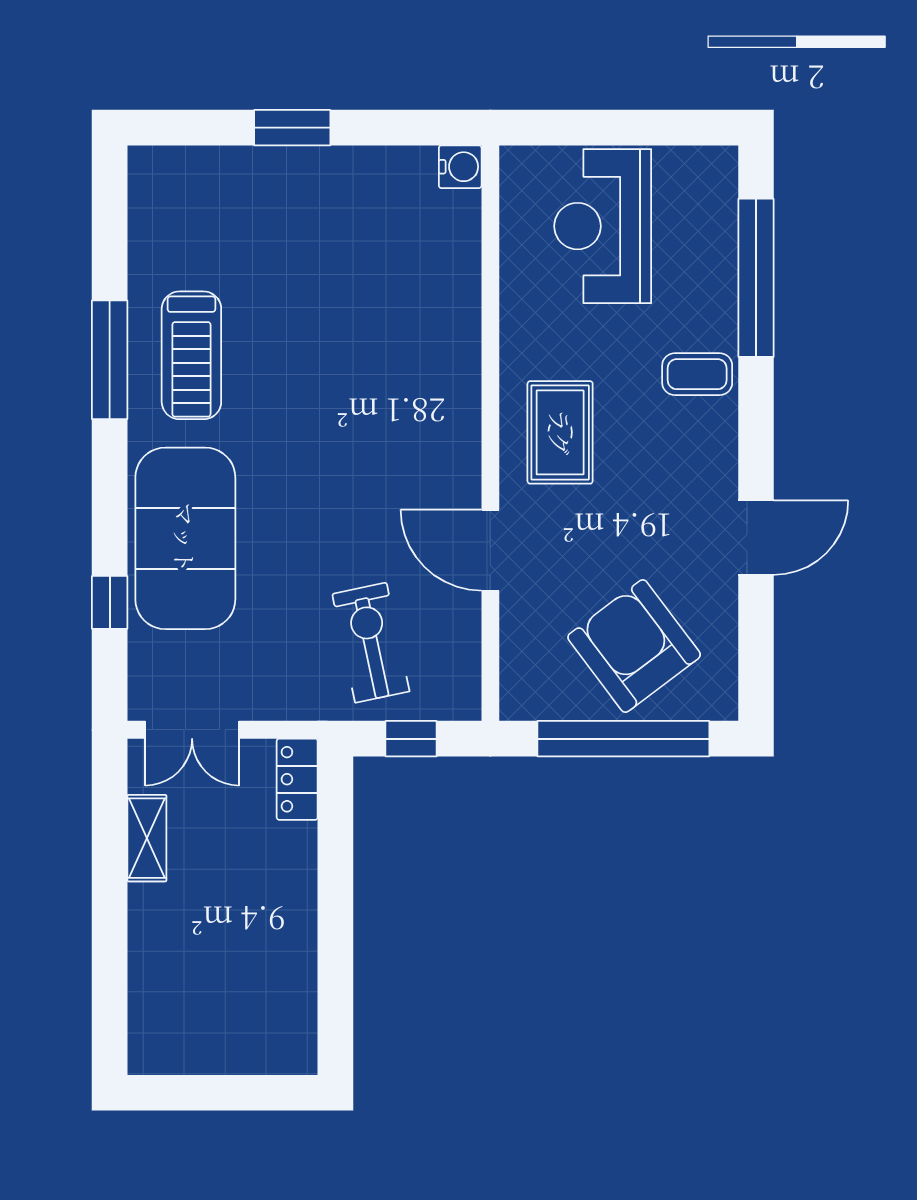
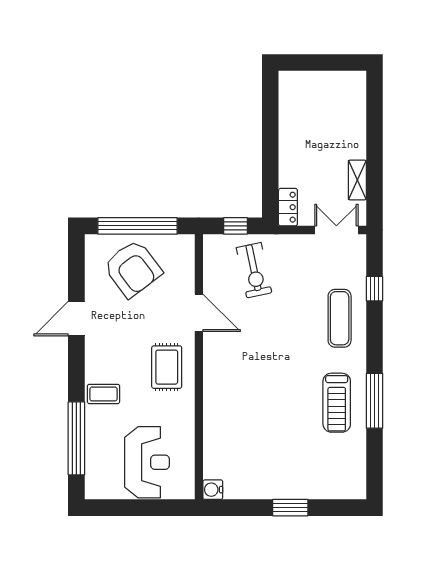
treadmill: (191, 355) -> (337, 403), turned 180
exercise mat: (185, 538) -> (340, 318), width x0.50, depth x0.69

